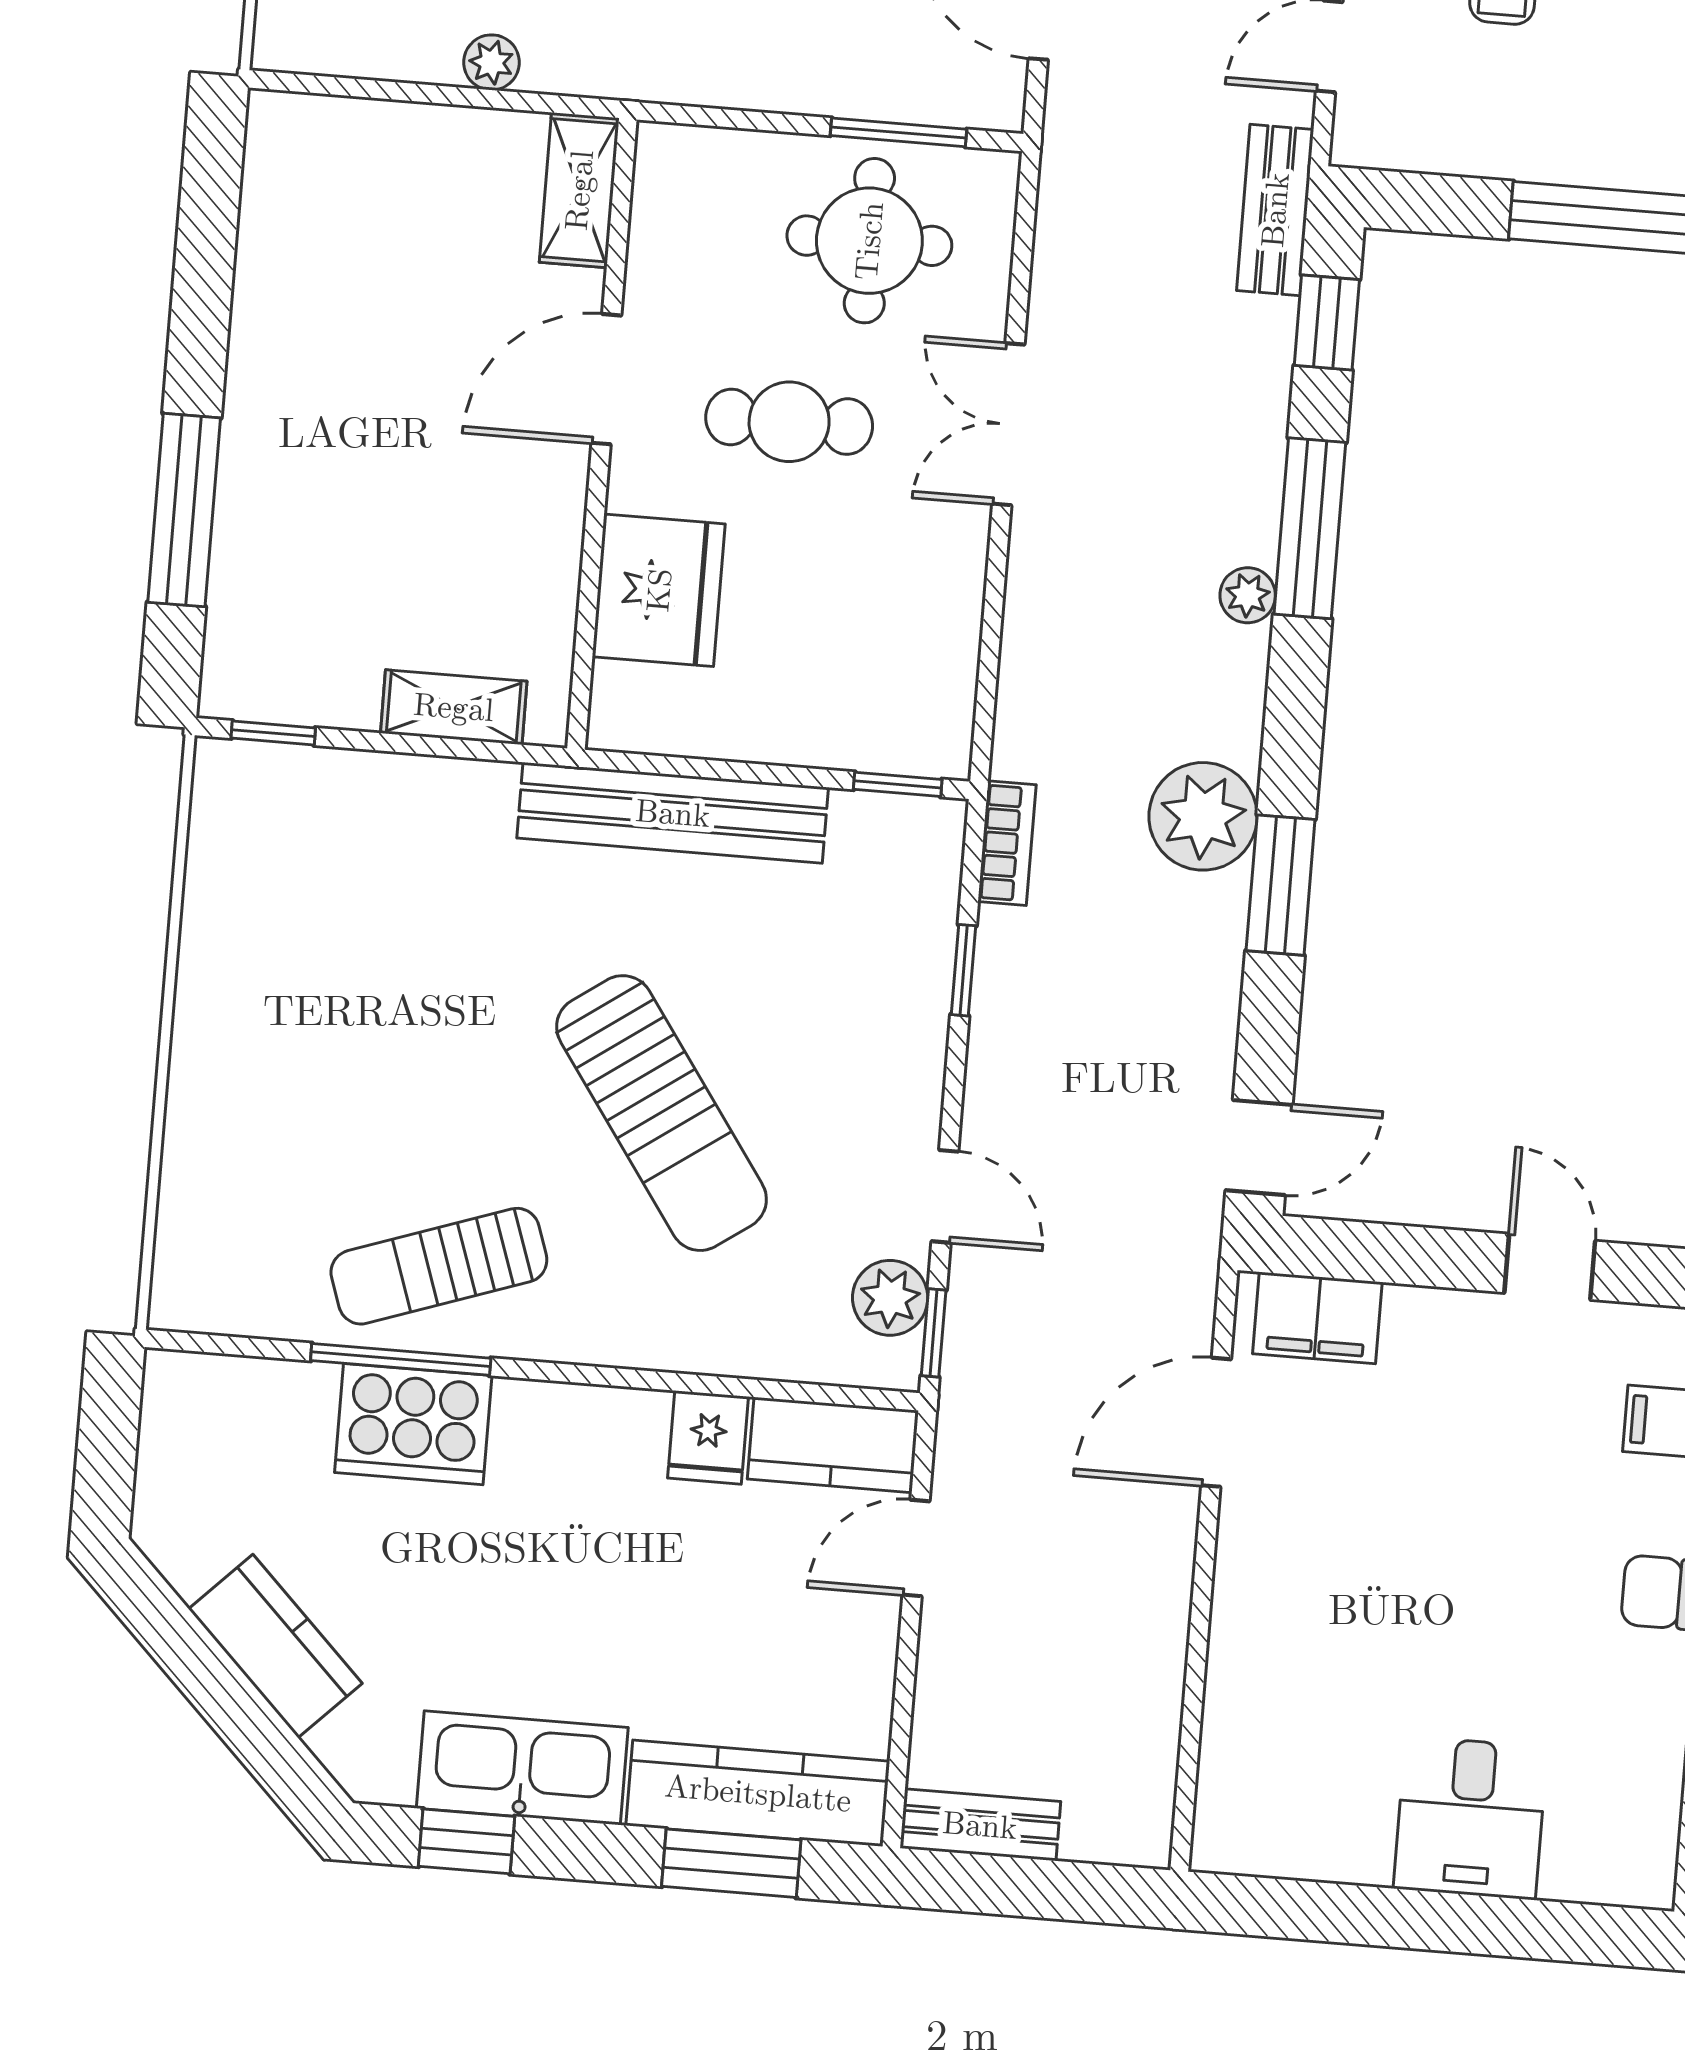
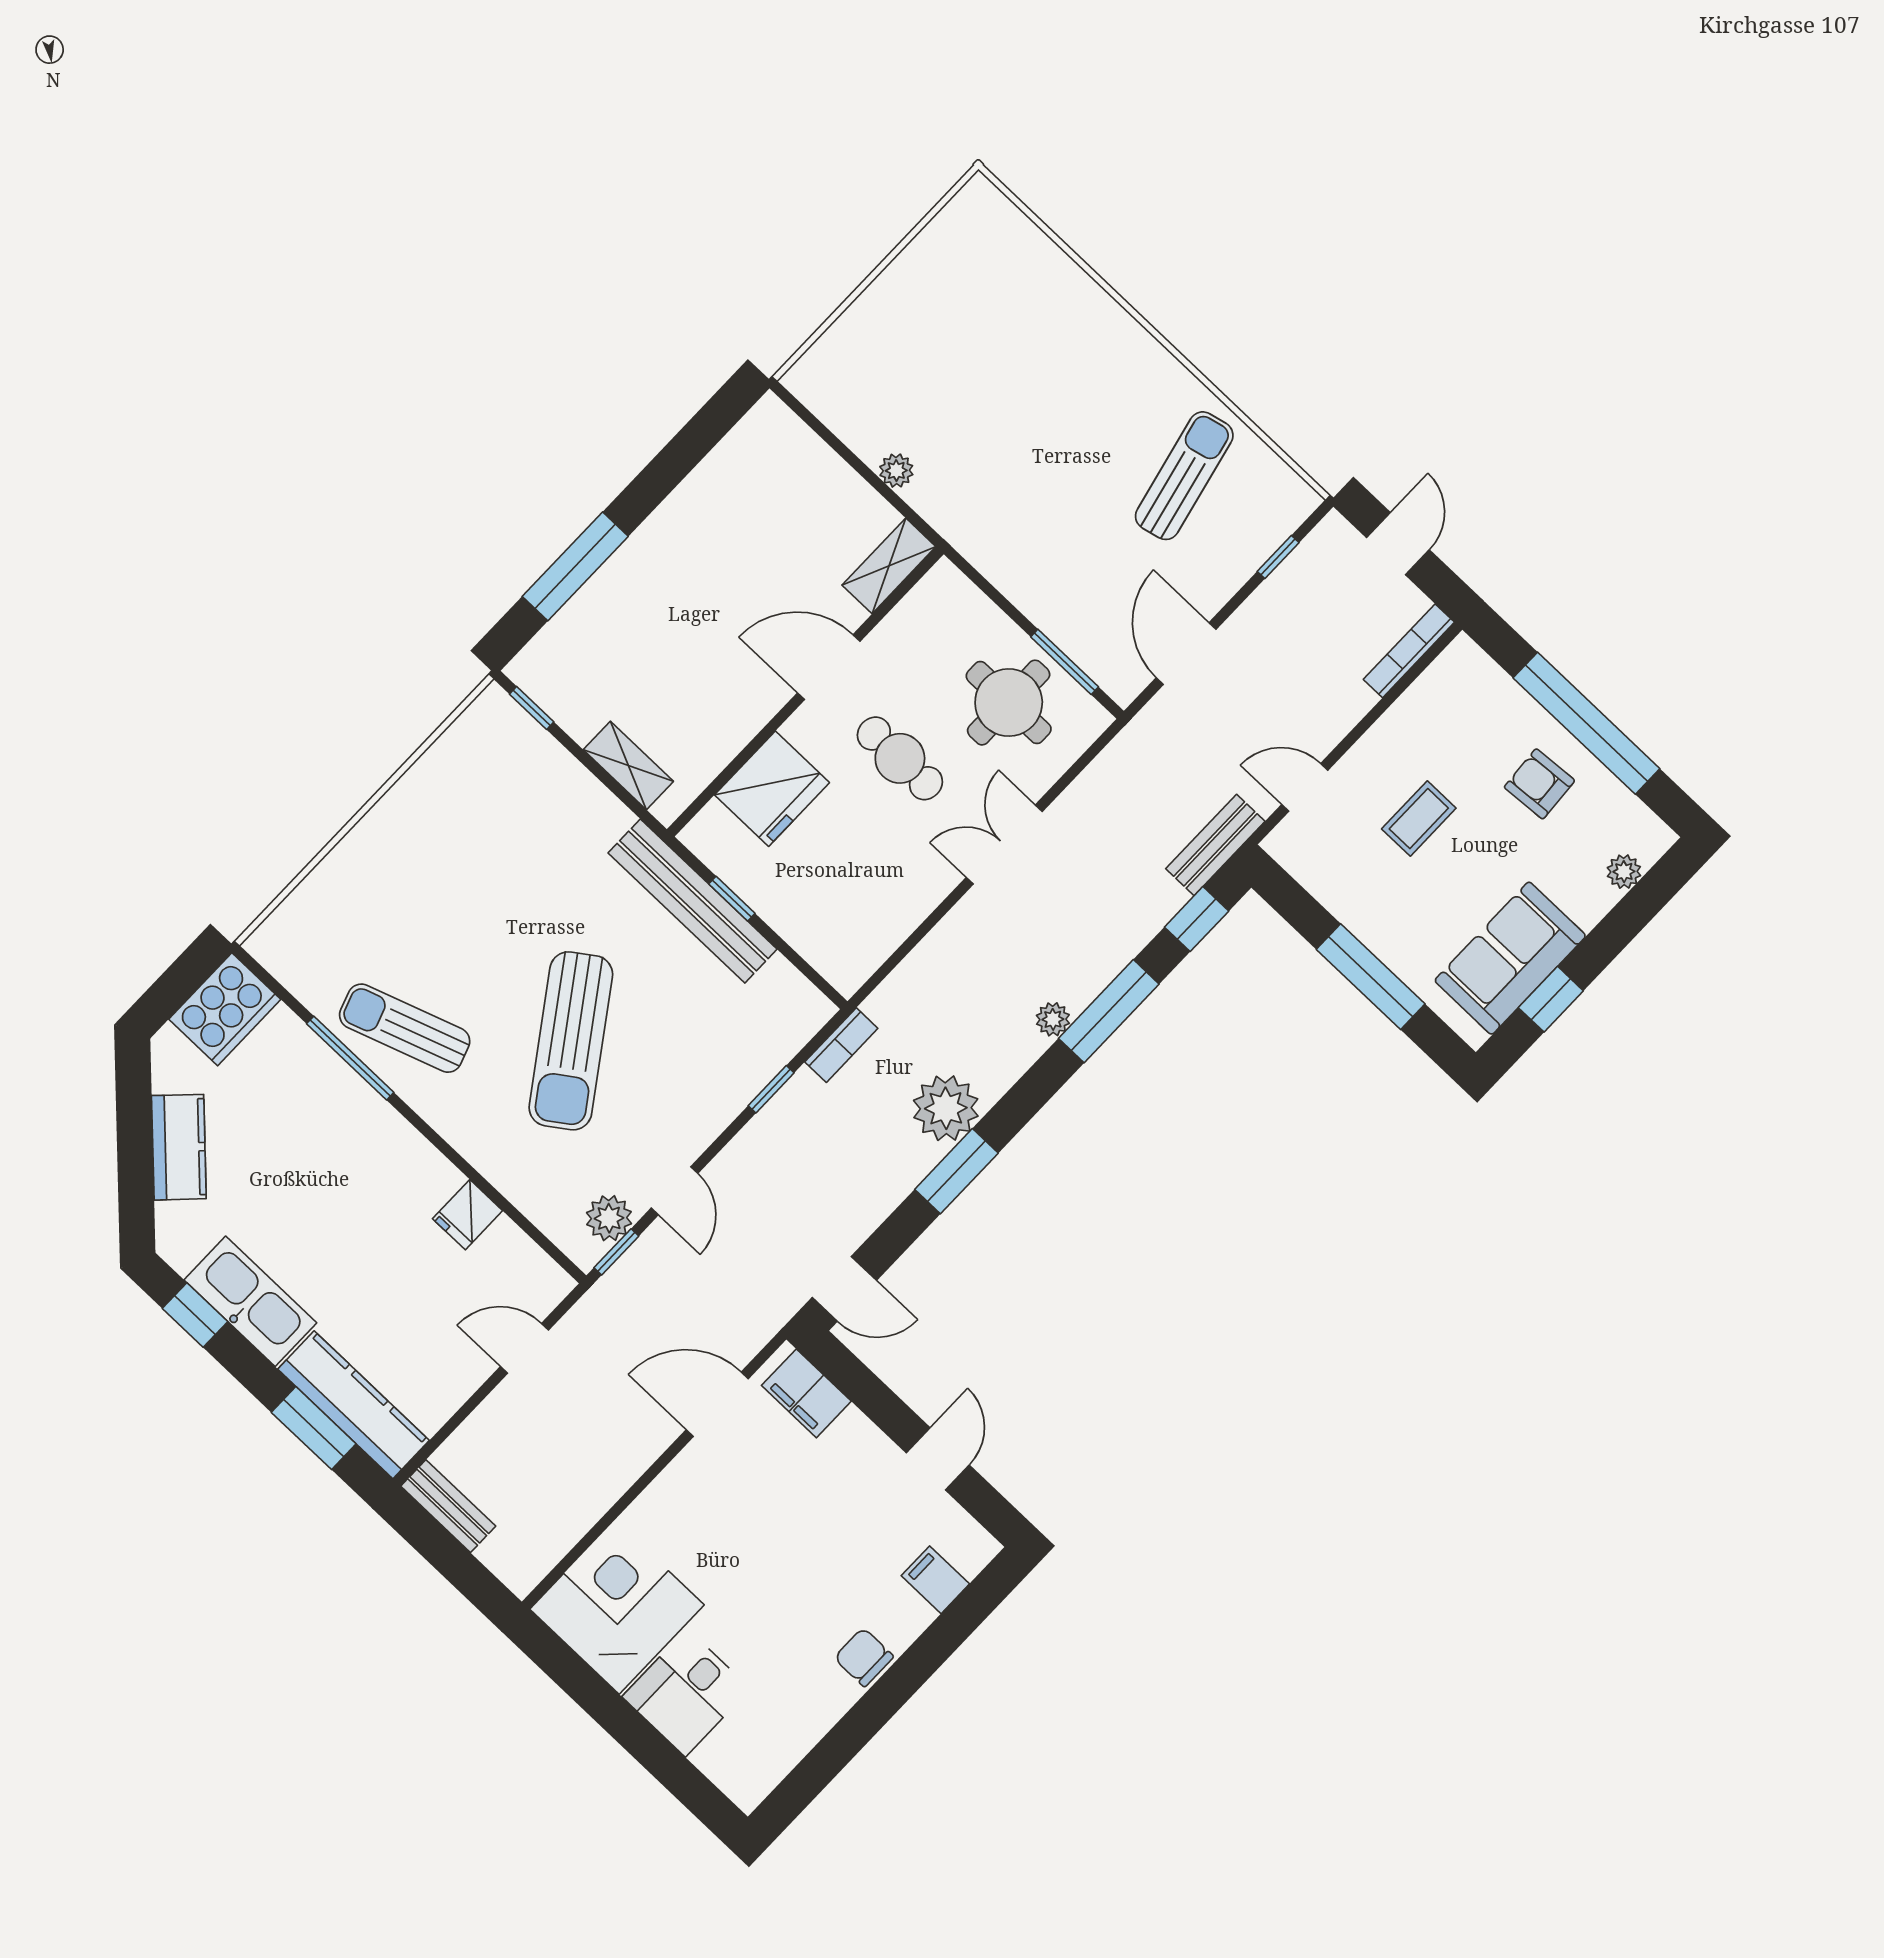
window: (898, 784) -> (732, 899), moved
cooker: (413, 1424) -> (225, 1009), moved, turned -90
kitchen counter: (833, 1445) -> (525, 1267), removed
corner desk: (1296, 1780) -> (617, 1607), added

